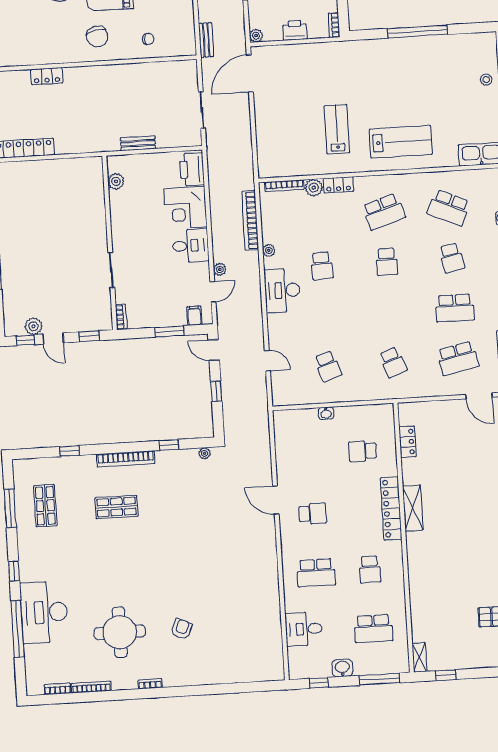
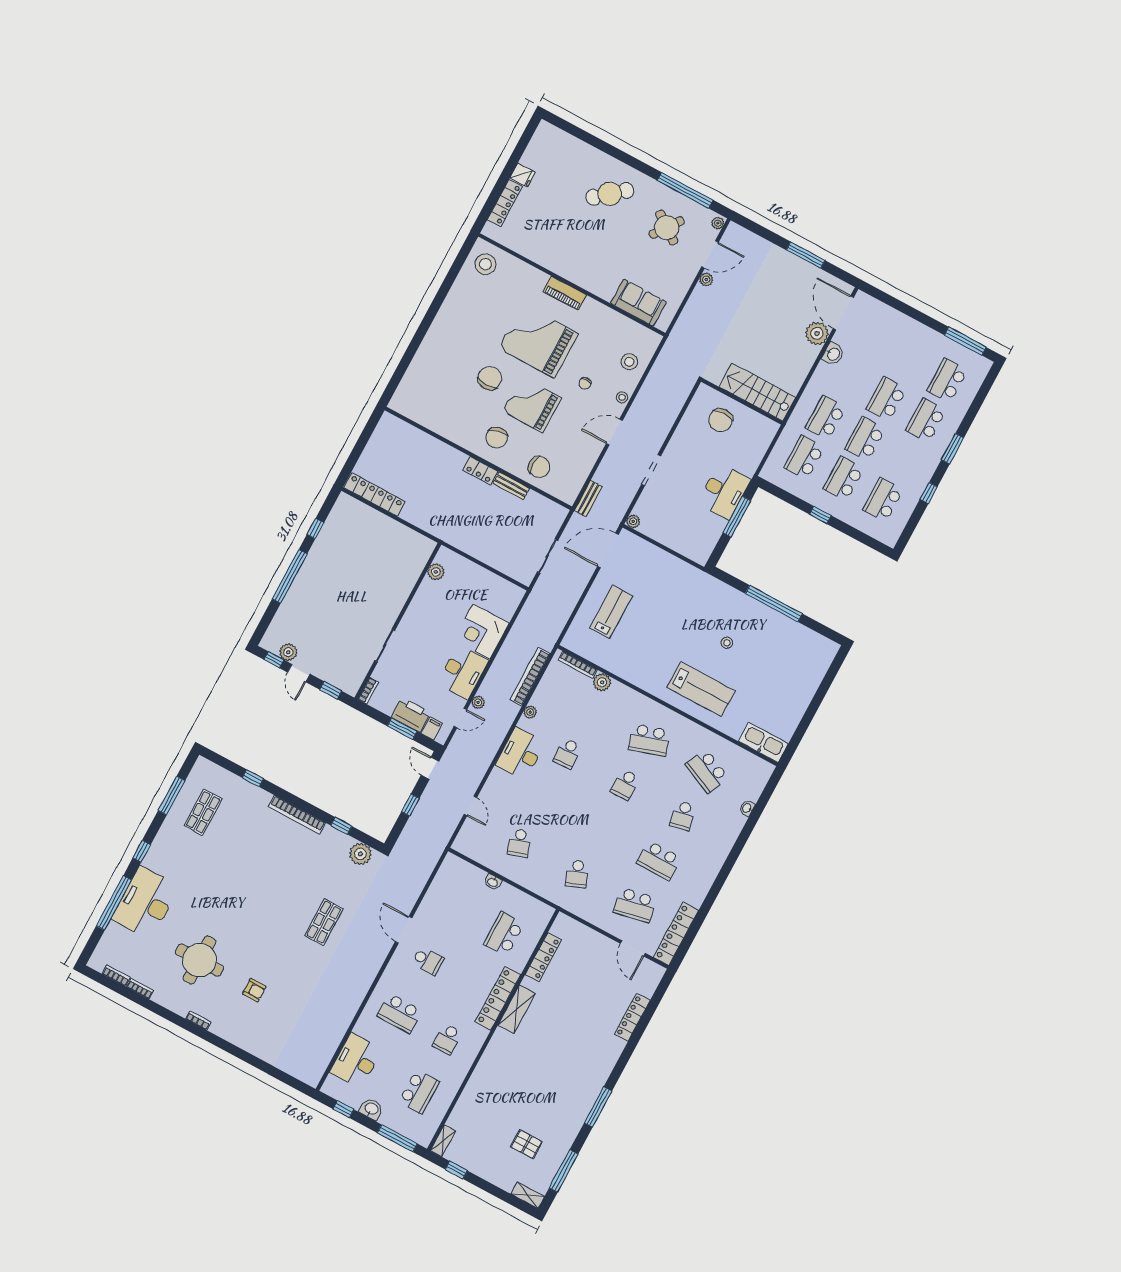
bookcase: (334, 25) -> (706, 554), removed
printer: (295, 30) -> (669, 537), removed
chair: (148, 39) -> (539, 467), width x1.87, depth x1.87
locker: (47, 76) -> (480, 471), moved
stool: (486, 79) -> (727, 643), moved
lab bench: (337, 129) -> (611, 612), moved
bench: (138, 143) -> (511, 486), moved
printer: (192, 169) -> (411, 715), moved, turned 90
locker: (338, 185) -> (625, 693), removed
desk: (191, 246) -> (463, 672), width x1.37
locker: (407, 442) -> (543, 957), width x1.53
school desk: (363, 451) -> (504, 934), width x1.85
plant: (204, 453) -> (360, 854), width x1.87, depth x1.87
shop shelf: (116, 507) -> (324, 922), moved, turned 90
armchair: (182, 629) -> (254, 990), turned 67
desk: (304, 629) -> (356, 1061), width x1.37
school desk: (373, 629) -> (419, 1092), turned -90
bookcase: (91, 687) -> (140, 989), width x0.64

